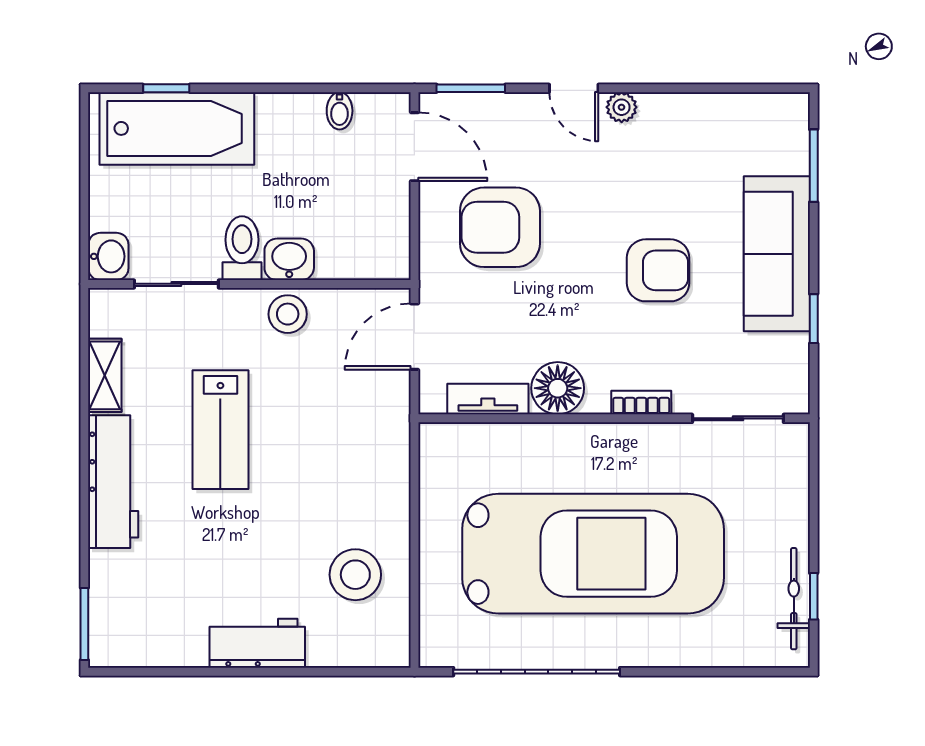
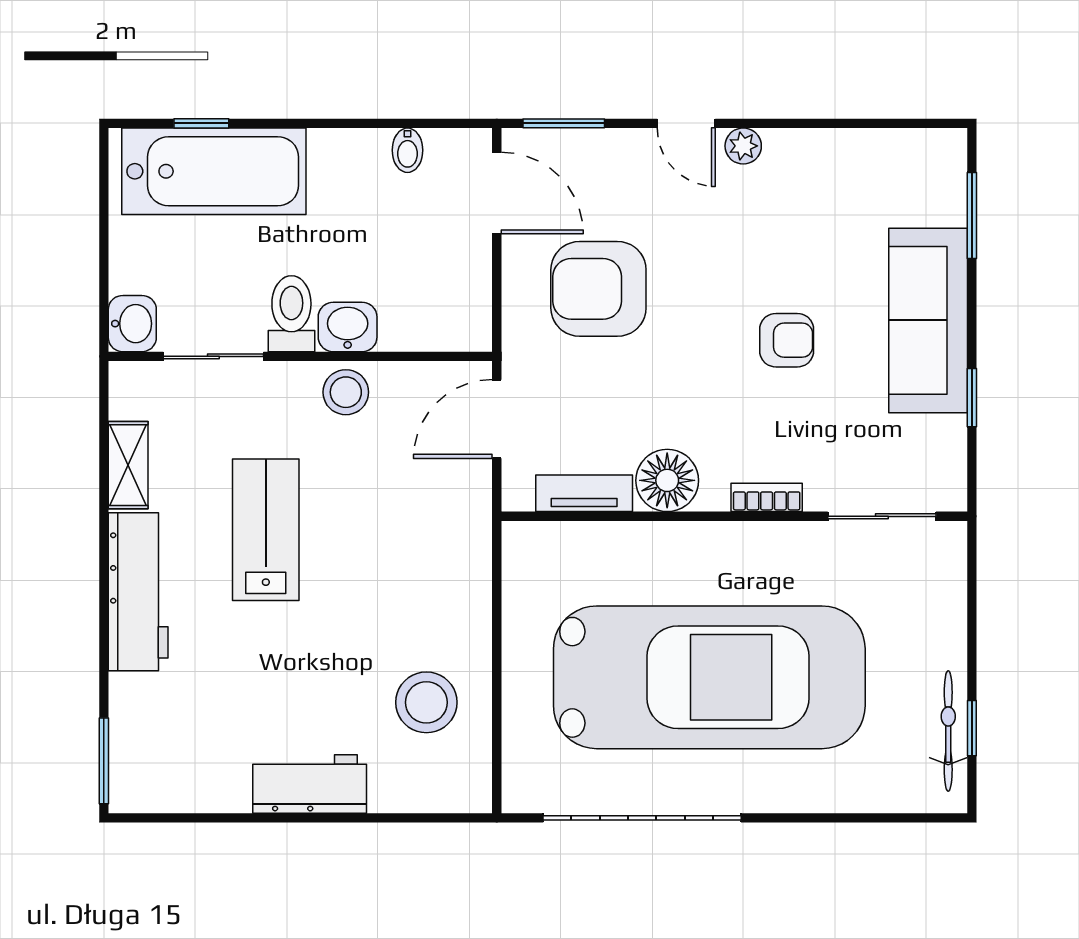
armchair: (658, 270) -> (787, 340), width x0.72, depth x0.72
lab bench: (220, 430) -> (266, 530), turned 180

